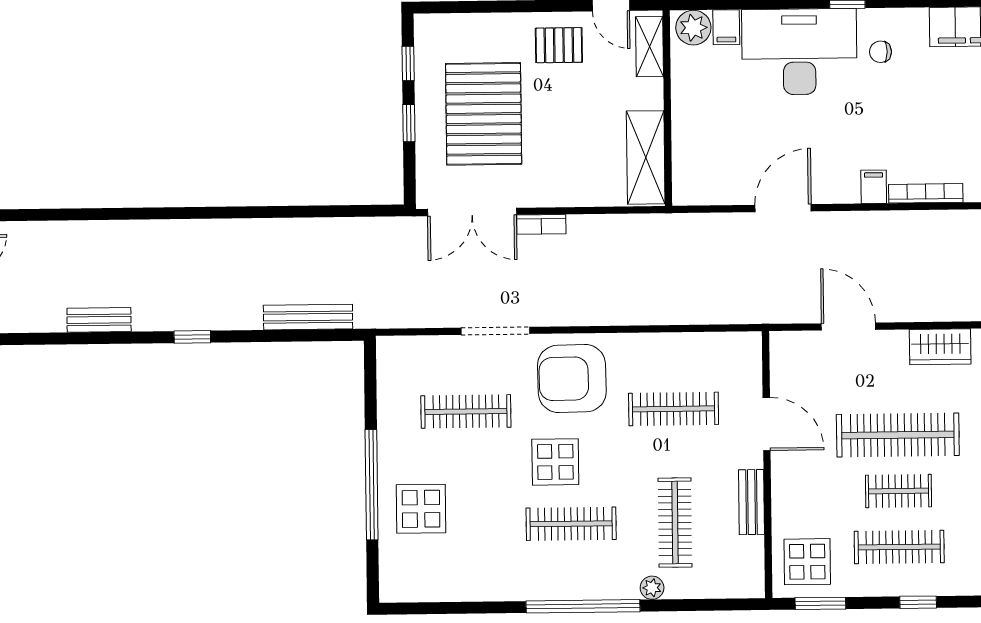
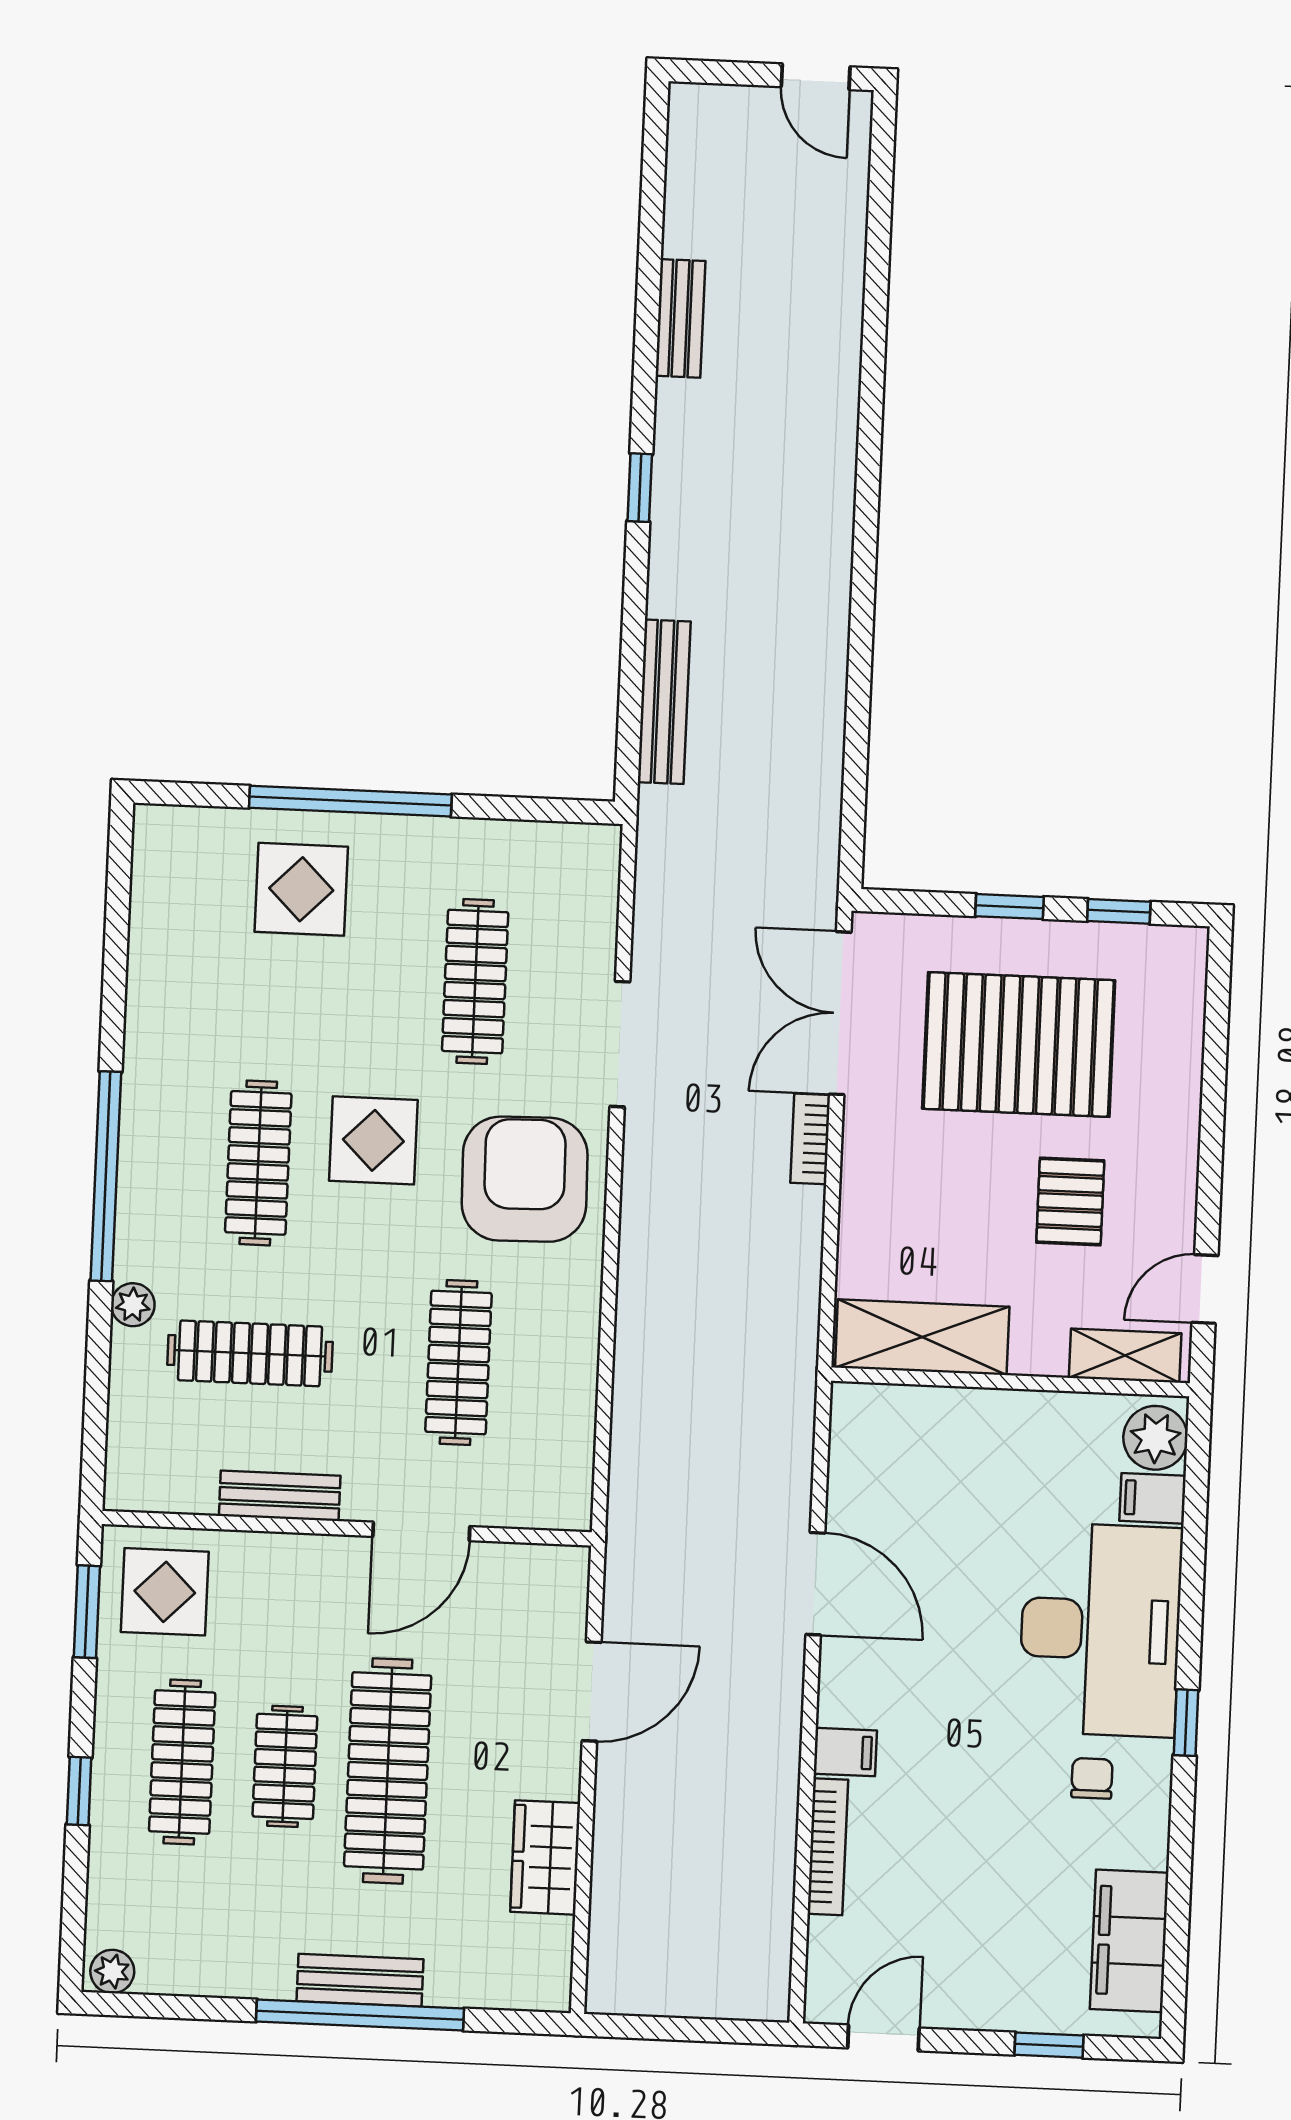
pallet: (559, 45) -> (1070, 1201), moved

